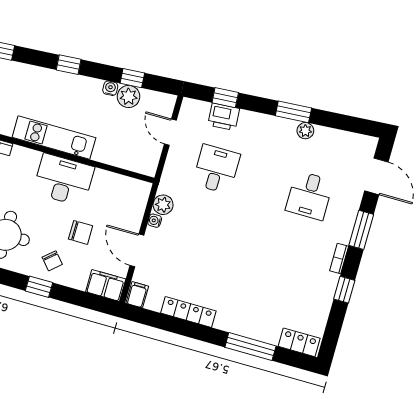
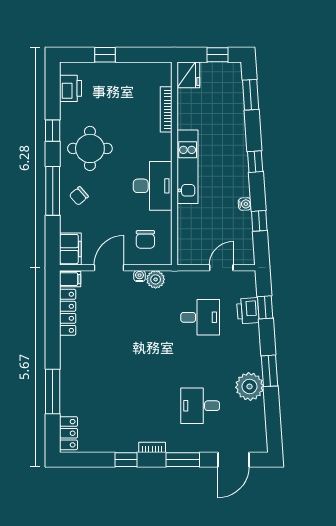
plant: (129, 96) -> (242, 222), removed
plant: (305, 131) -> (250, 386), width x1.87, depth x1.87
chair: (81, 232) -> (145, 239), moved
window: (39, 287) -> (53, 191), width x2.17
locker: (188, 312) -> (68, 312), moved

